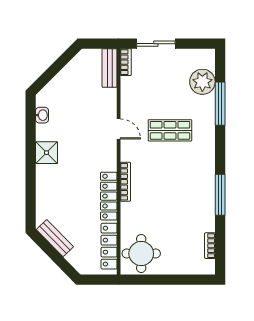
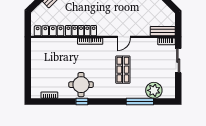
window: (220, 195) -> (82, 102), width x0.46
round table: (141, 253) -> (81, 85), moved

